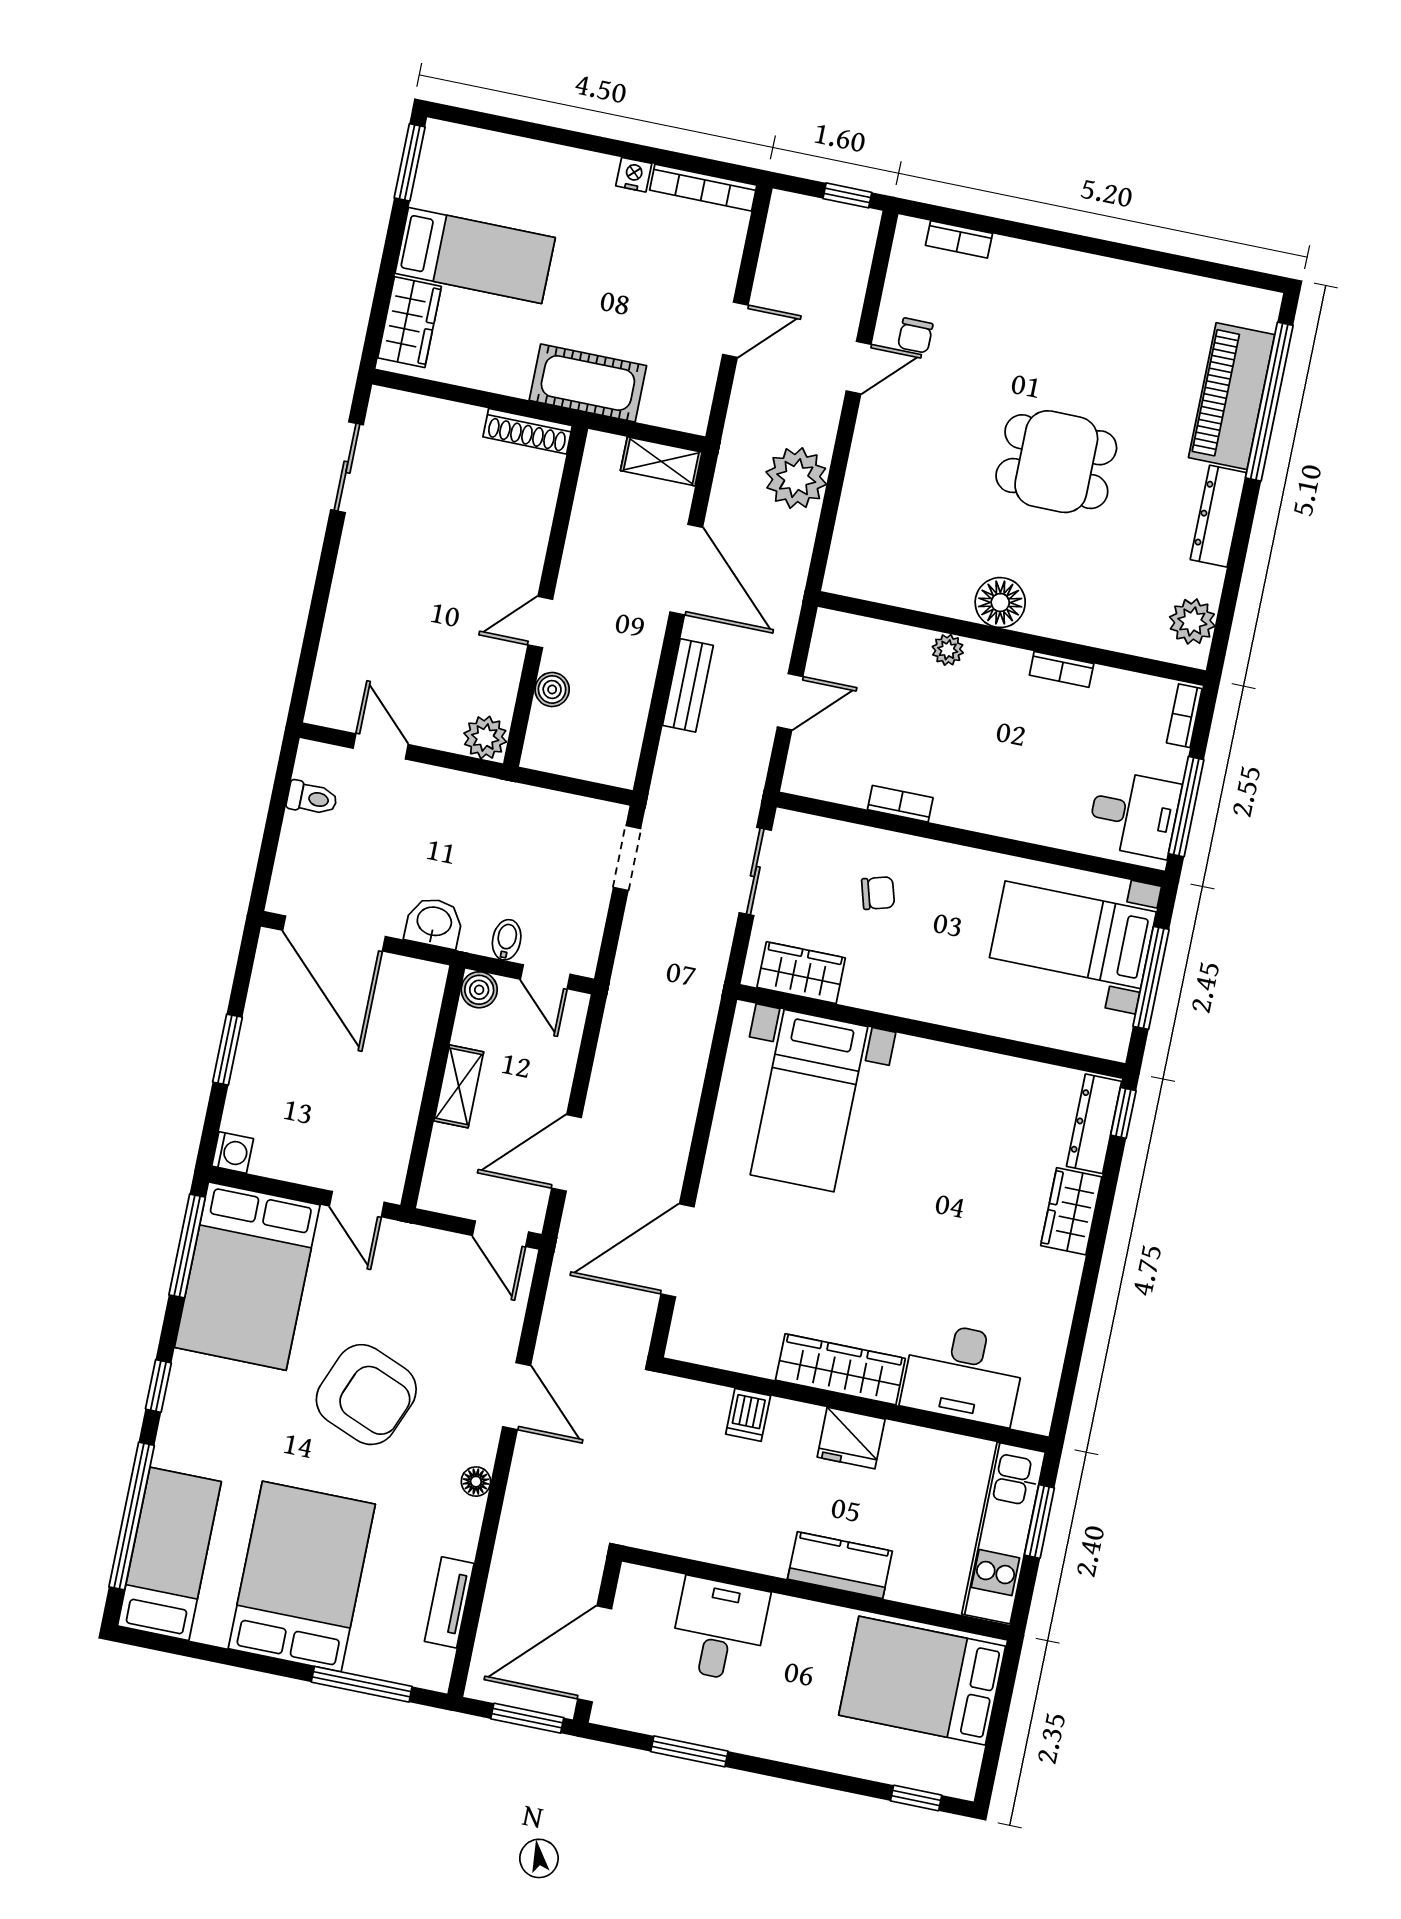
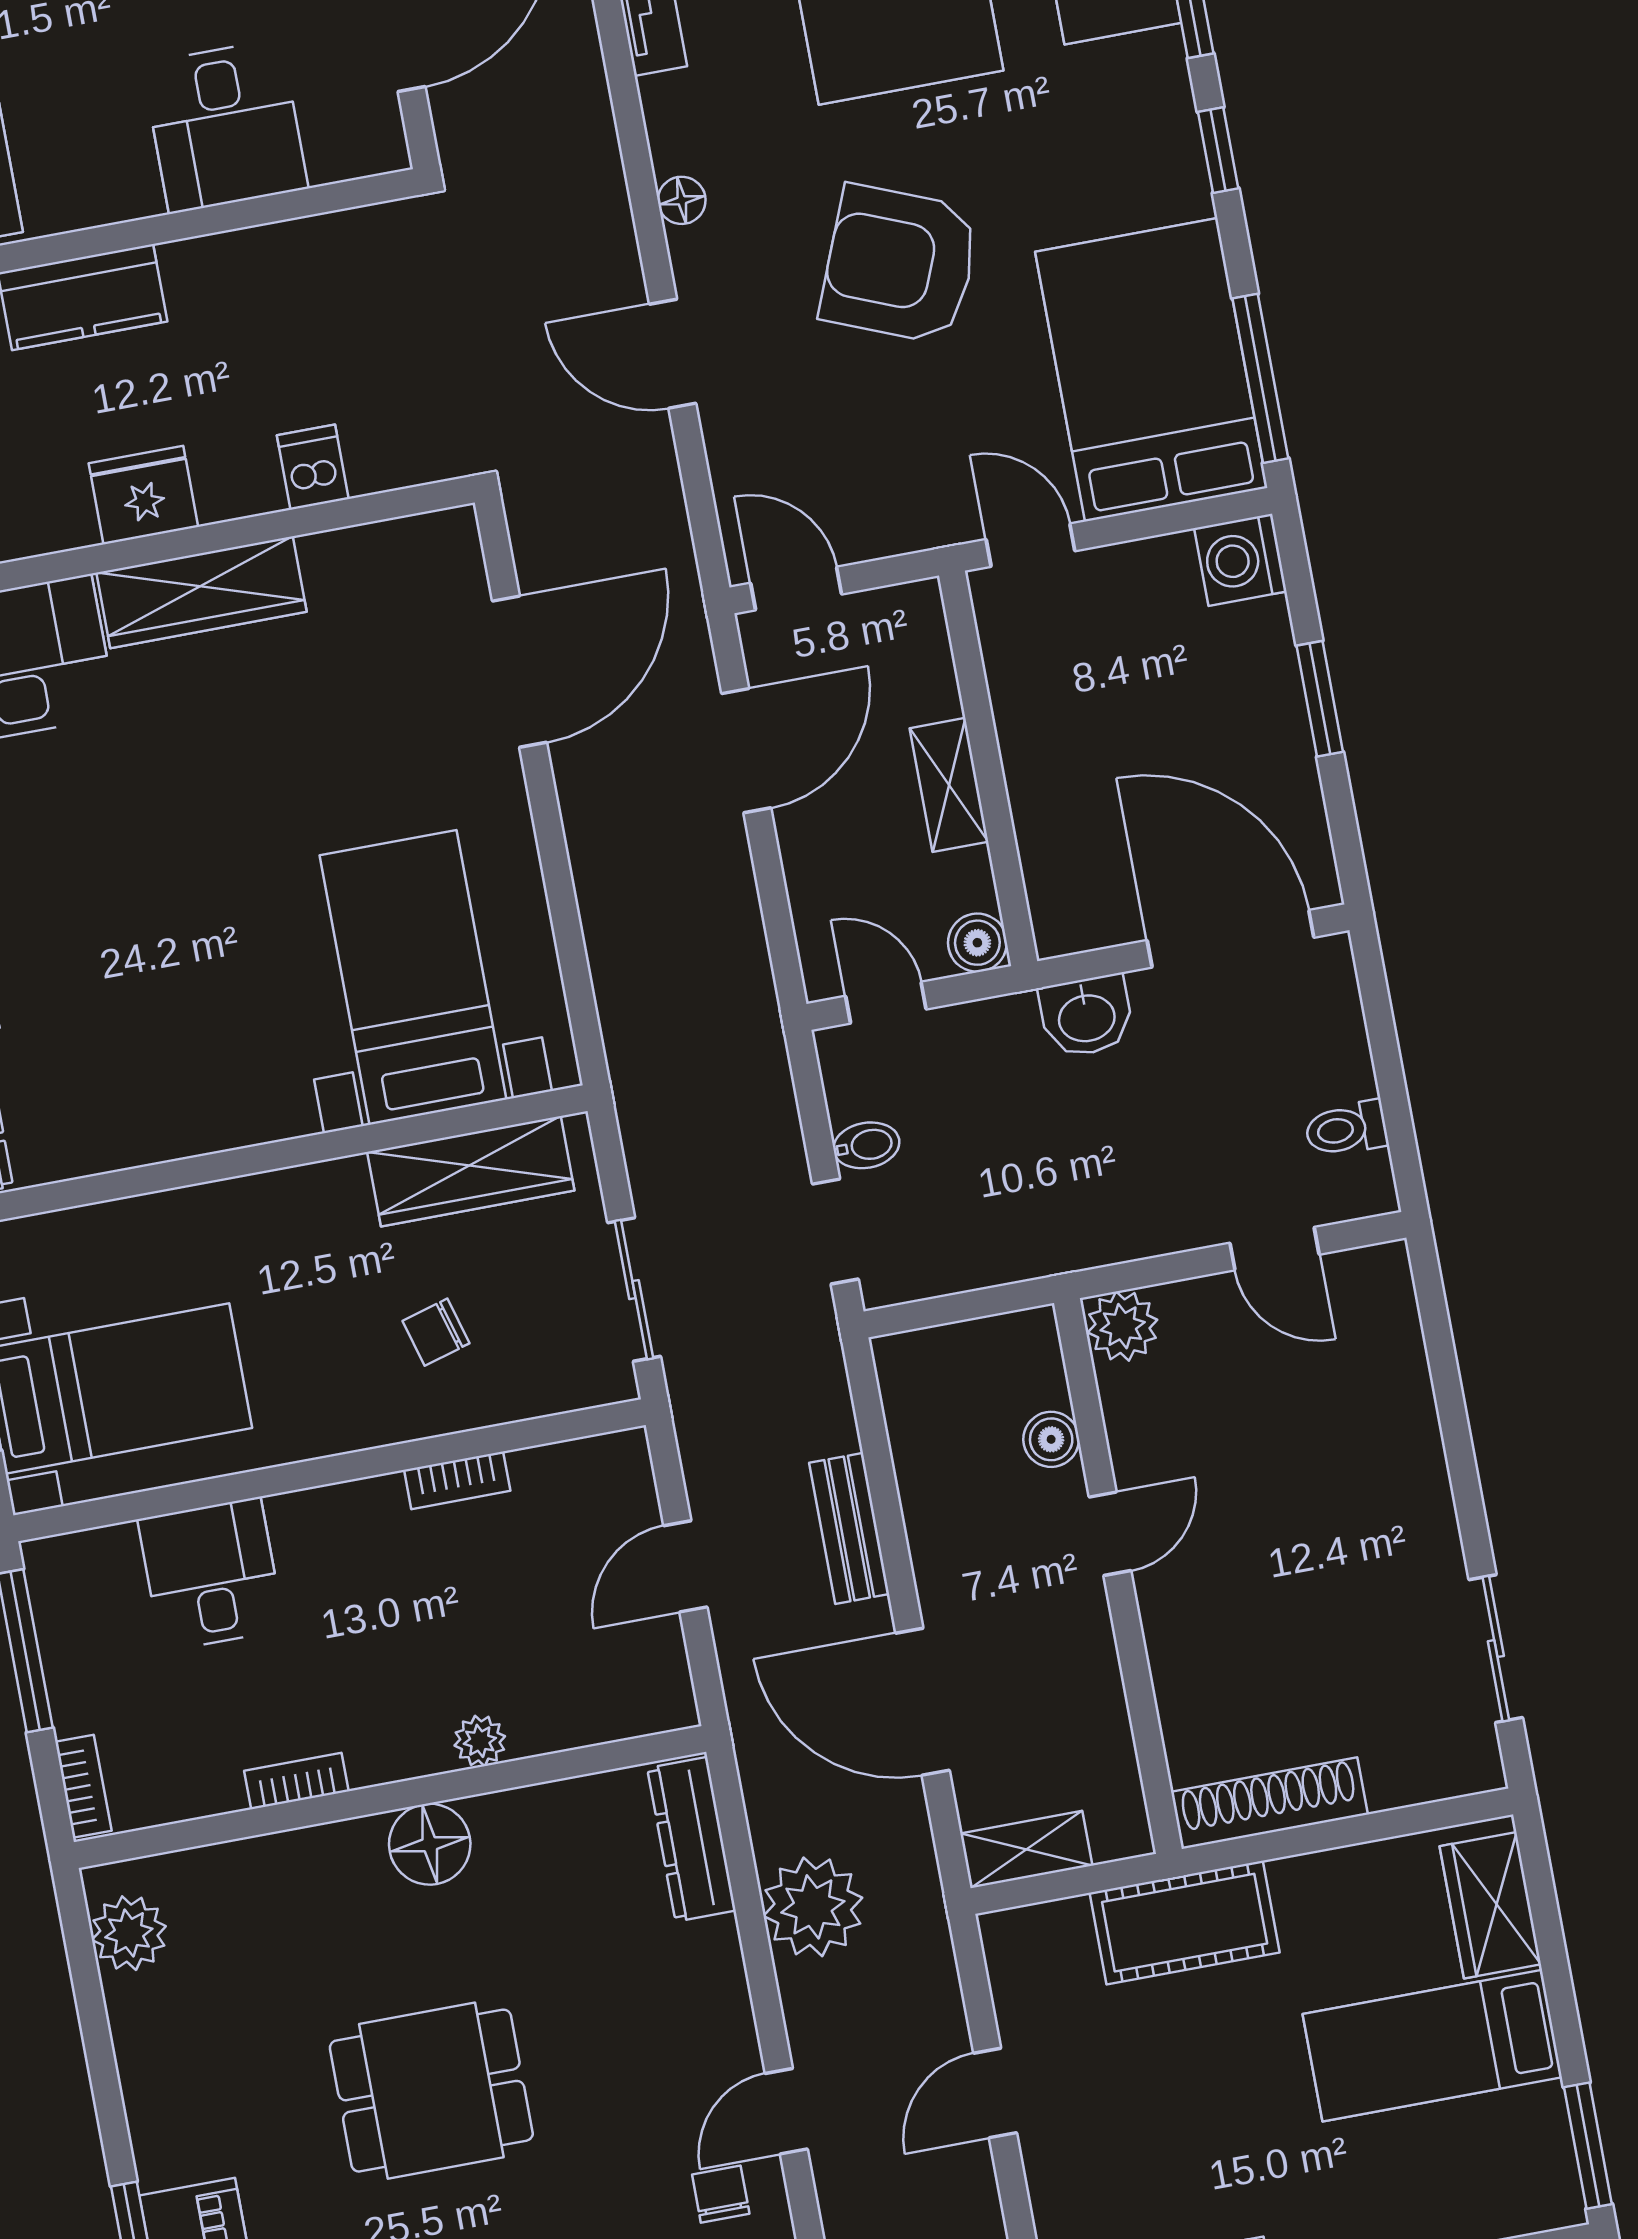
shoe rack: (528, 431) -> (1269, 1803), width x1.36, depth x1.24
dresser: (1218, 516) -> (692, 1839), moved, turned 180
desk: (1134, 814) -> (211, 1574), moved, turned 90
bidet: (507, 940) -> (866, 1145), moved, turned -90
wardrobe: (801, 973) -> (471, 1171), width x1.50
washing machine: (233, 1152) -> (1240, 560), width x1.38, depth x1.38

